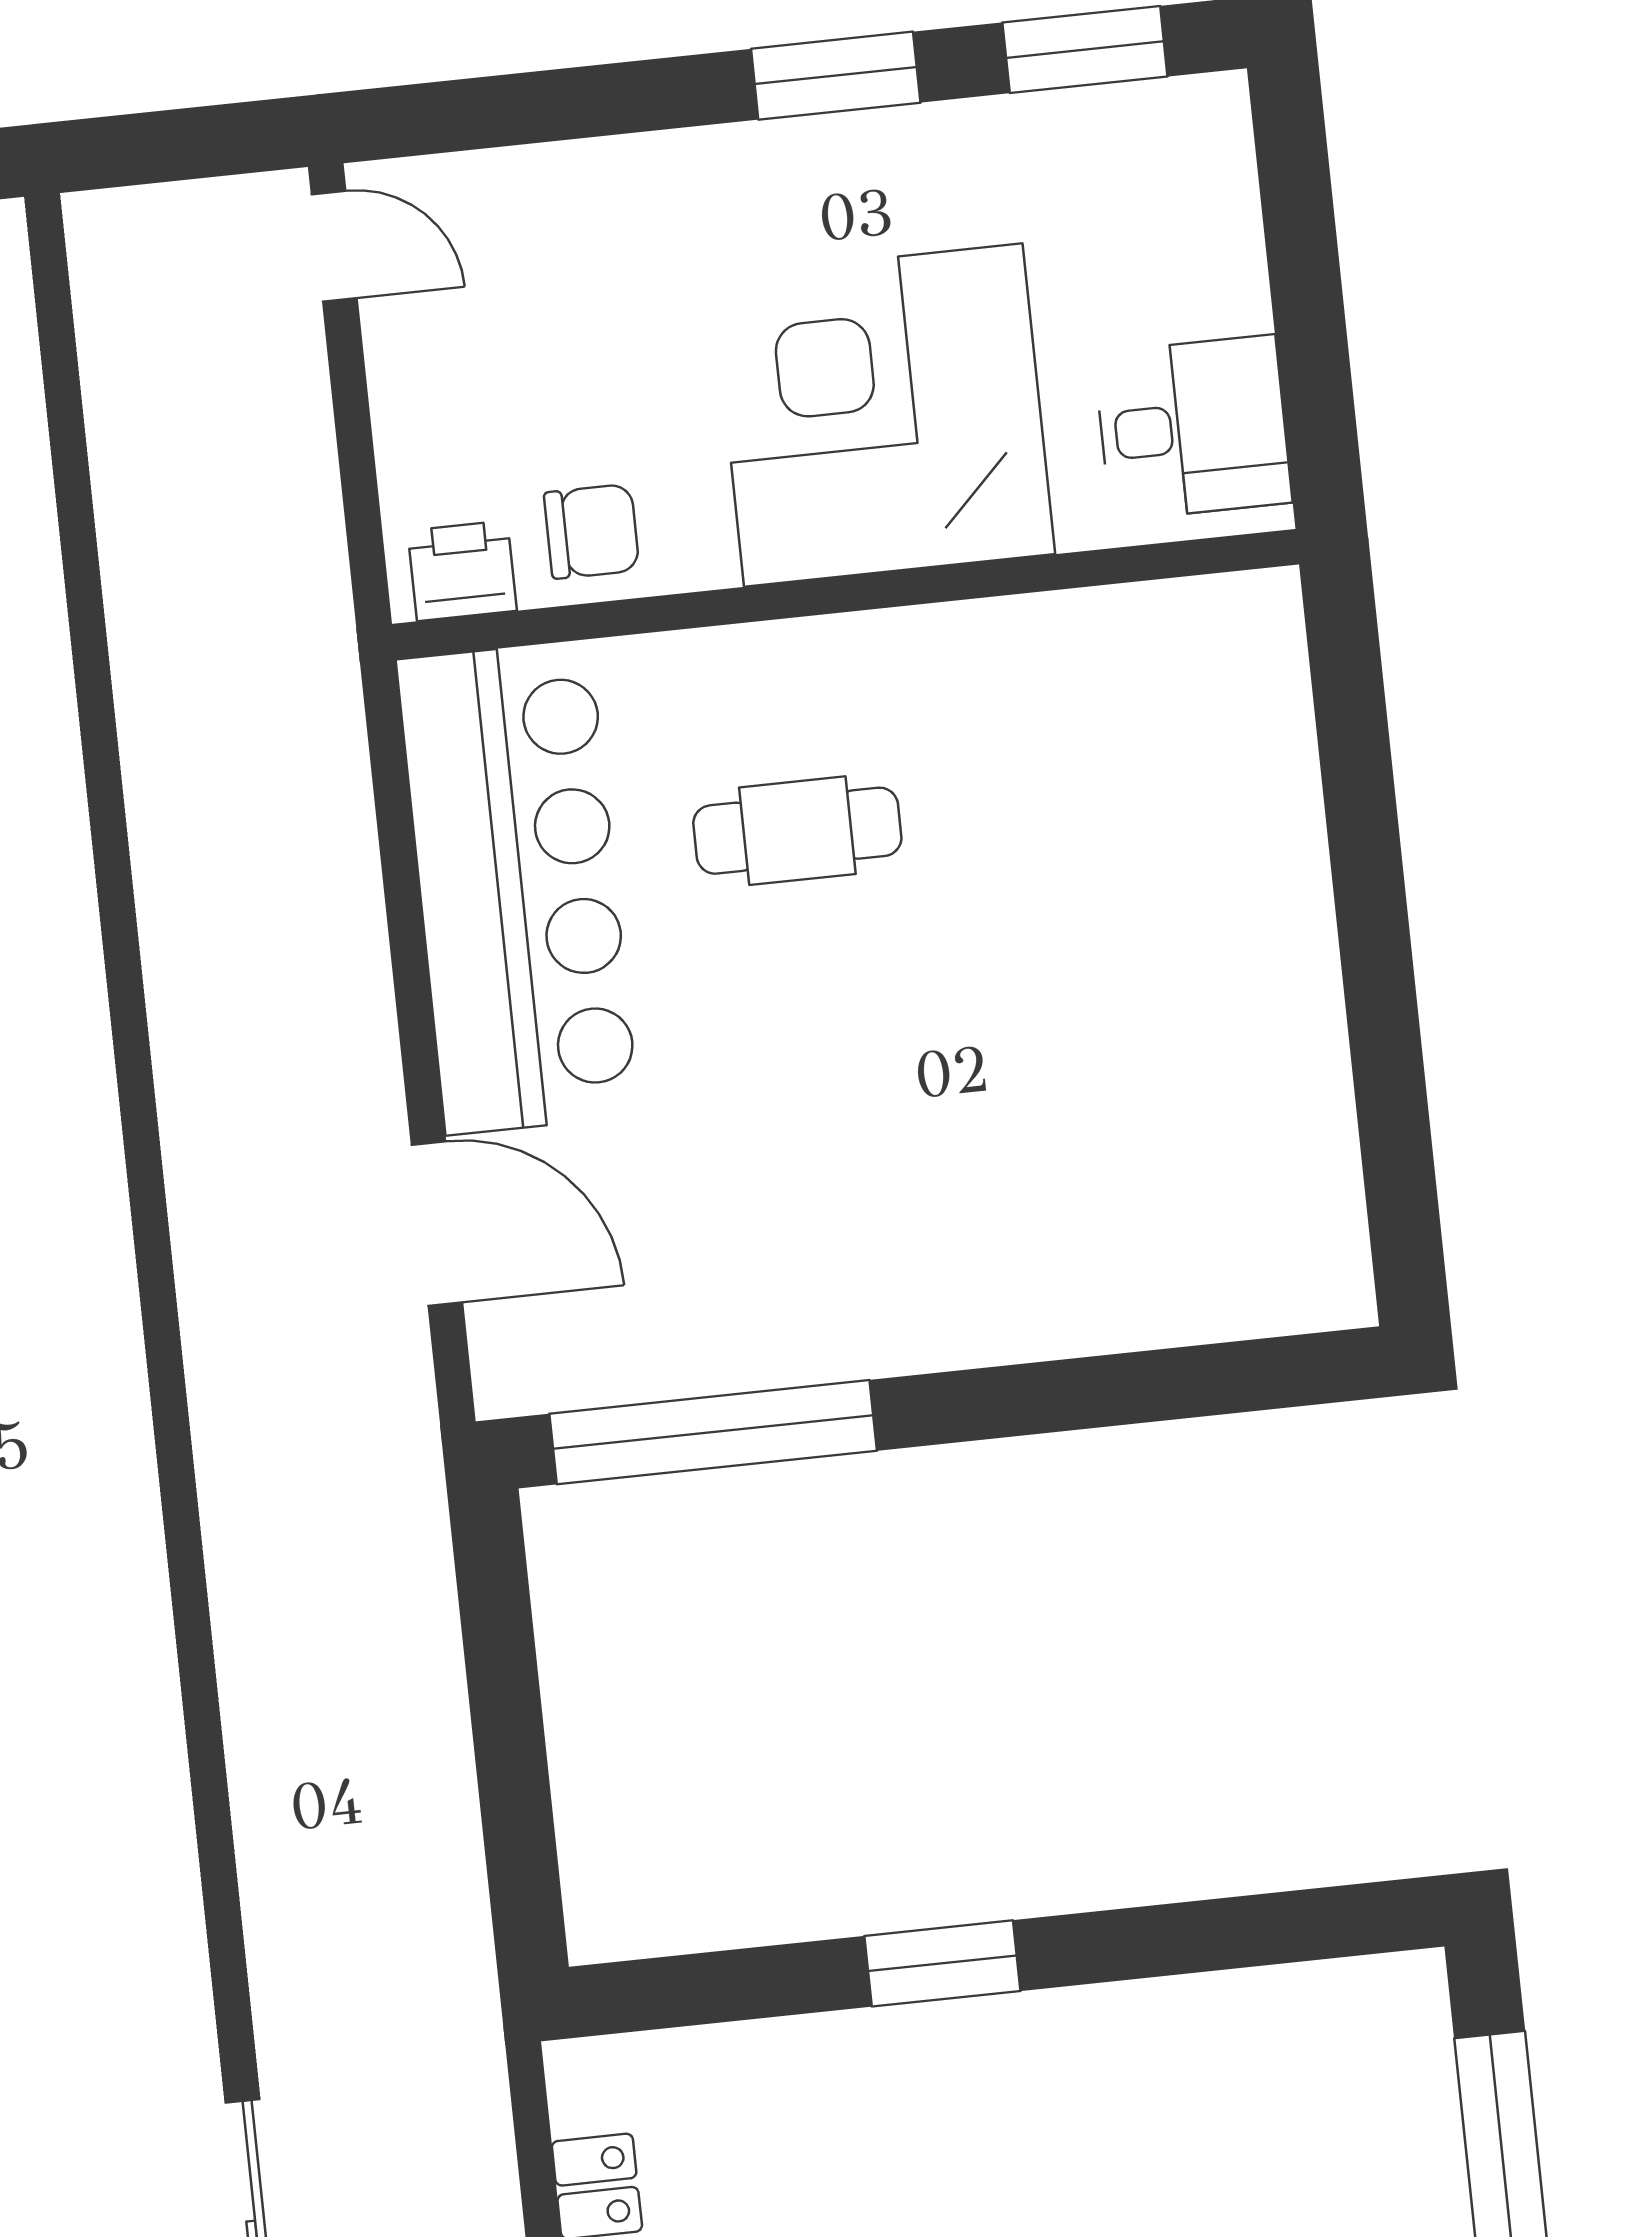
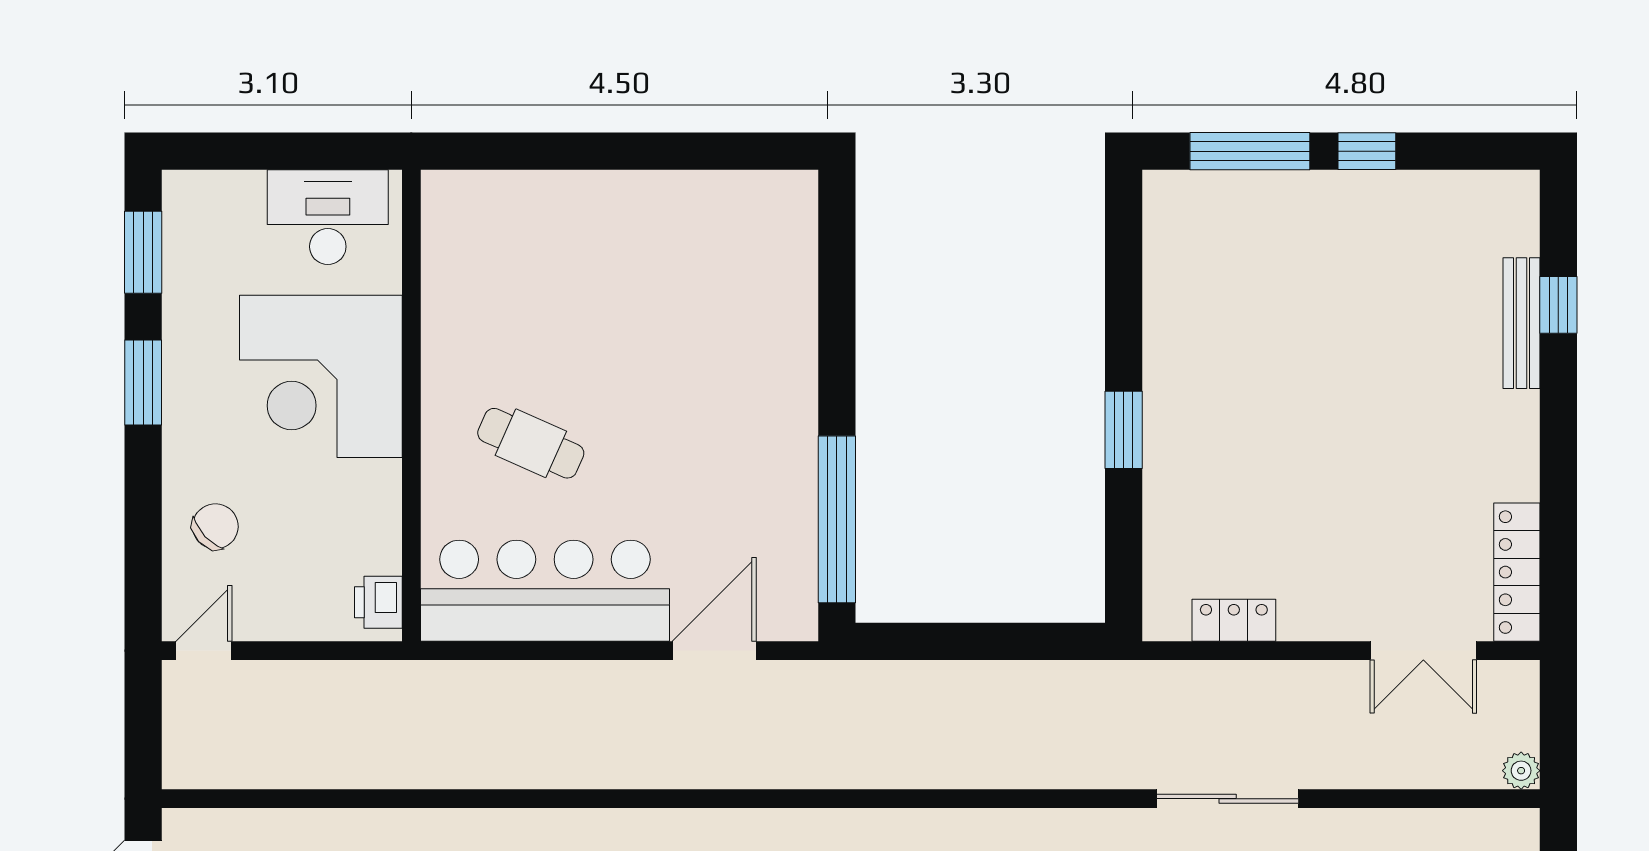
desk: (1193, 428) -> (328, 217), width x1.37
chair: (592, 531) -> (215, 526), moved, turned 47
cafe table: (797, 831) -> (531, 443), turned -66

